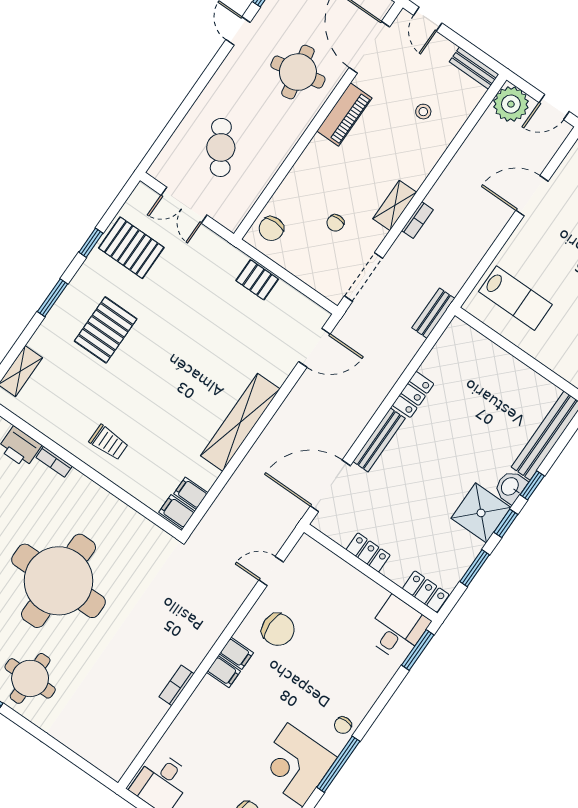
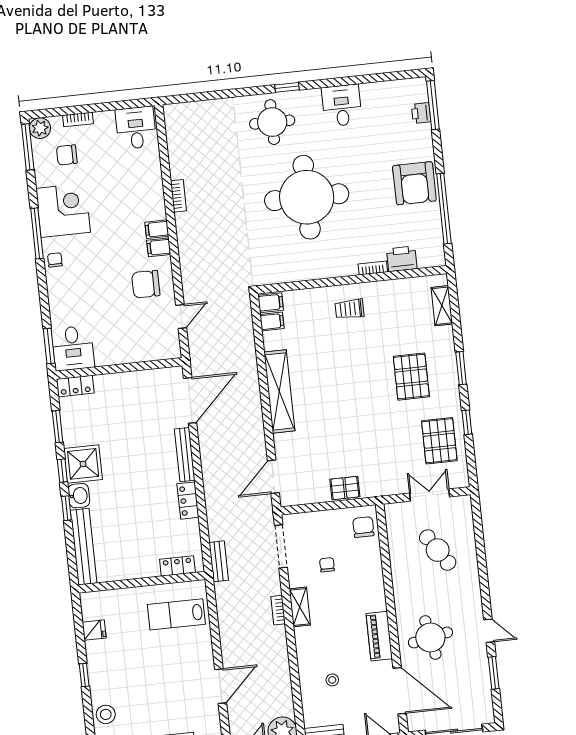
pallet: (131, 248) -> (439, 441), turned 90
locker: (368, 552) -> (177, 566), moved, turned 180

